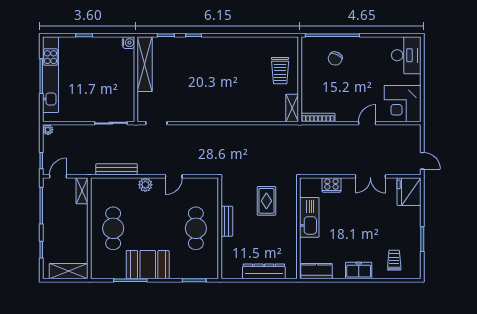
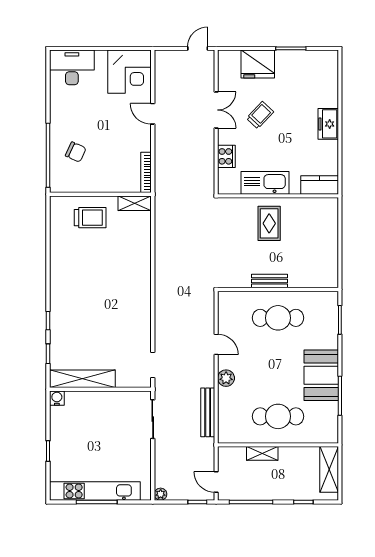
shelving: (82, 191) -> (262, 453), moved
fridge: (409, 192) -> (258, 64), moved
rug: (266, 201) -> (269, 223), moved, turned 90
trolley: (394, 260) -> (260, 115), moved, turned 133
dresser: (264, 271) -> (329, 237), removed
kitchen counter: (316, 271) -> (320, 185), moved, turned 90

